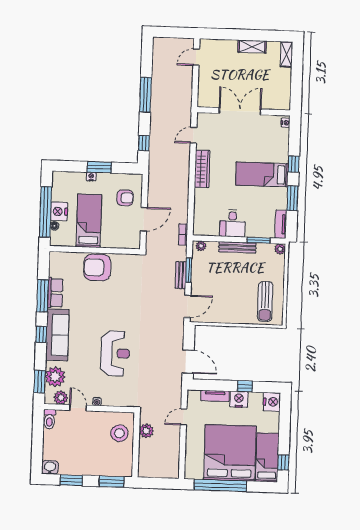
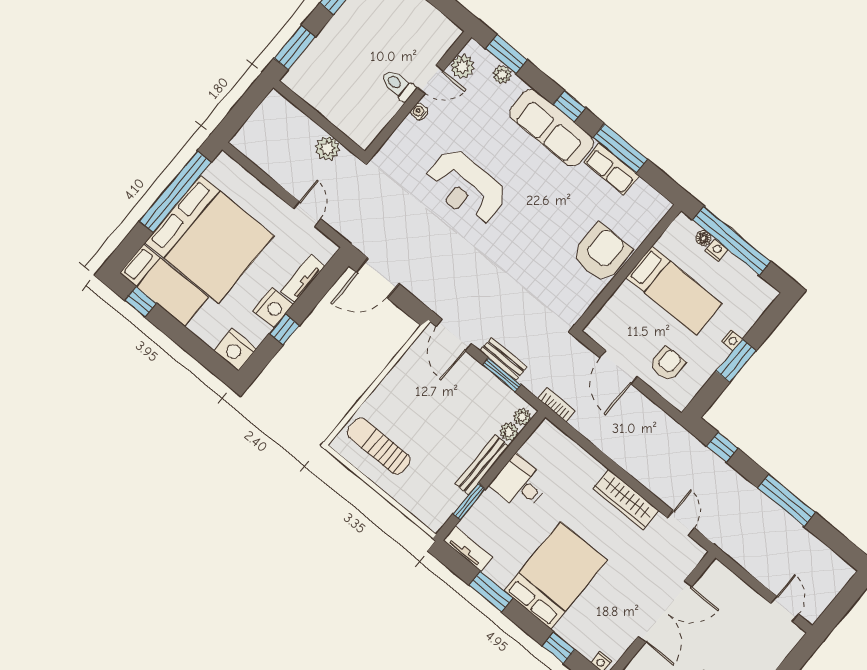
window: (294, 164) -> (559, 648), moved
bed: (262, 174) -> (555, 575), width x1.50
armchair: (125, 198) -> (667, 364), turned 180
nightstand: (59, 211) -> (716, 250), width x0.53, depth x0.56
plant: (280, 249) -> (509, 432), moved
plant: (55, 377) -> (502, 75), width x0.53, depth x0.53
toilet: (49, 419) -> (398, 85), moved
stool: (119, 433) -> (352, 109), removed

